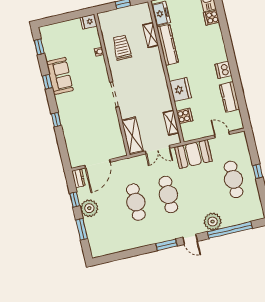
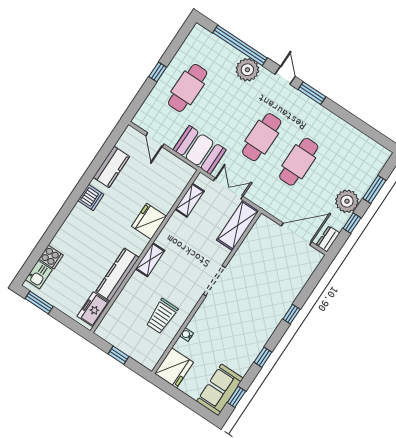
fridge: (89, 22) -> (174, 368), width x1.88, depth x1.34
shelving: (151, 35) -> (150, 260), moved
sofa: (60, 76) -> (220, 390), moved
cooker: (184, 116) -> (171, 193), removed

